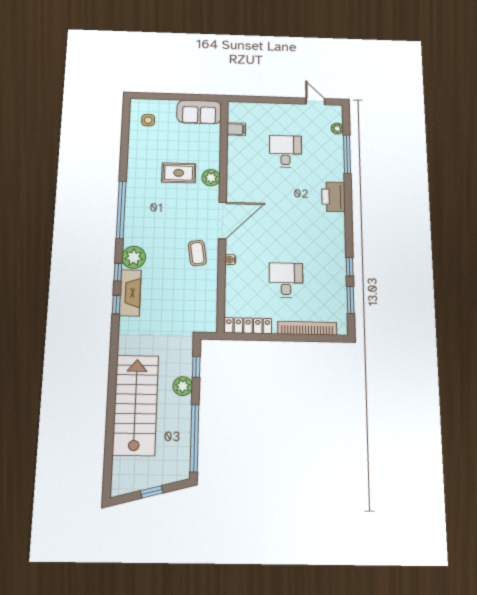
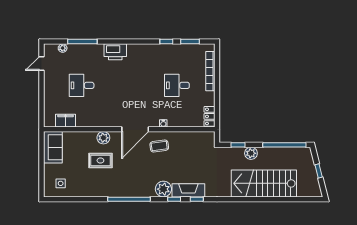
filing cabinet: (236, 129) -> (66, 121), width x2.00
rug: (179, 173) -> (100, 160), turned 90
door: (222, 221) -> (135, 129), swing flipped
locker: (248, 326) -> (209, 116), width x0.66

